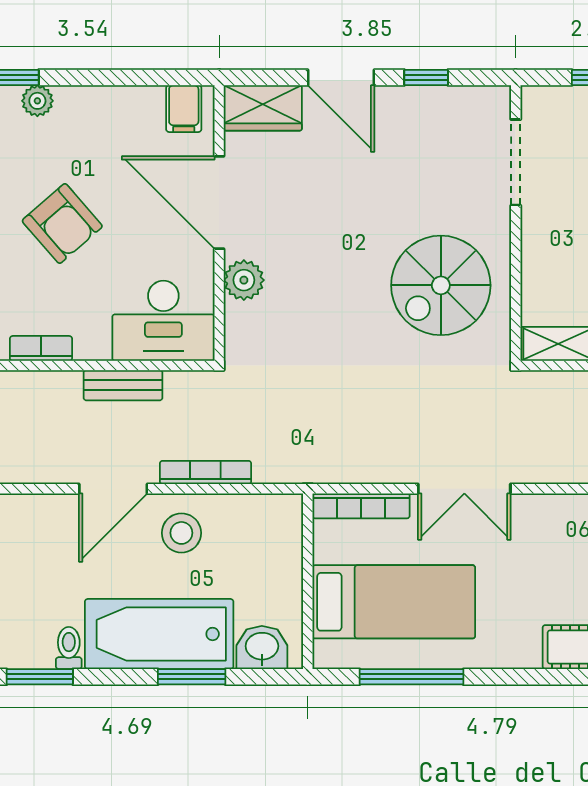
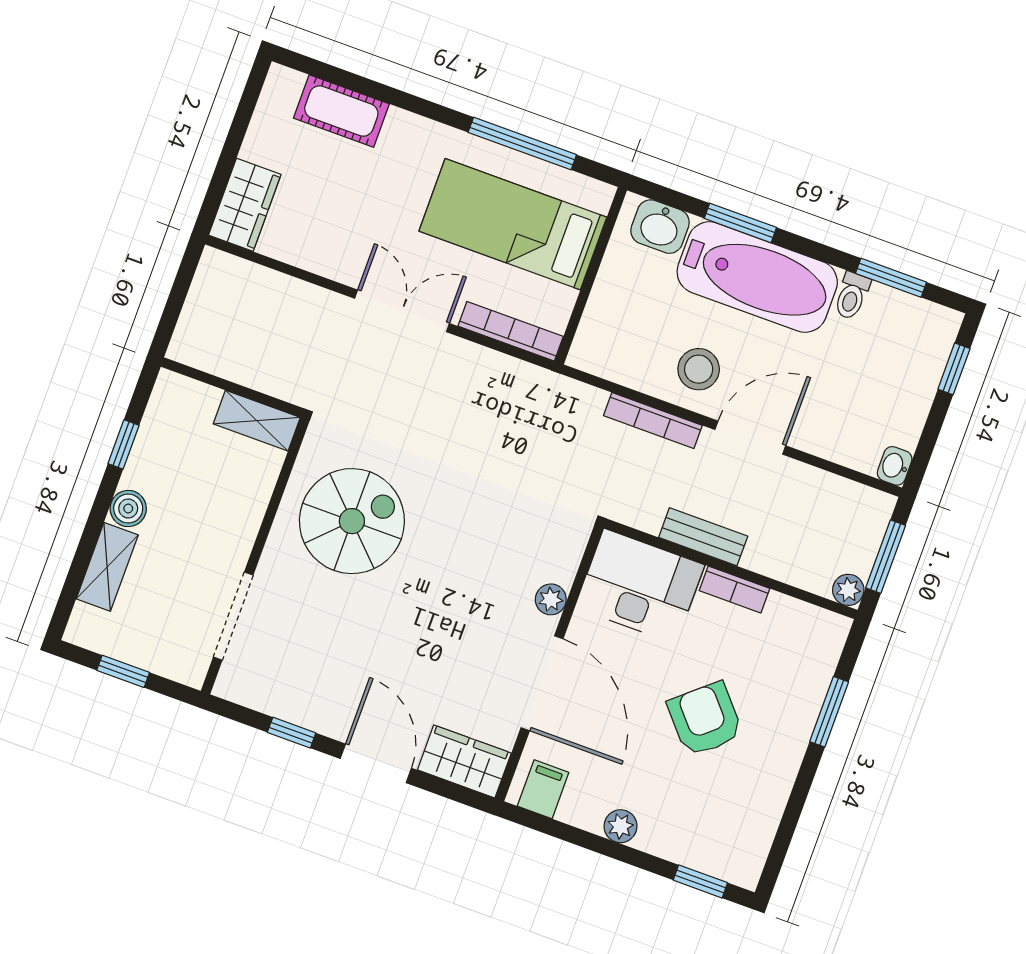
plant: (37, 101) -> (620, 826), moved
plant: (244, 280) -> (551, 599), width x0.73, depth x0.73
bookcase: (41, 348) -> (734, 589), moved

